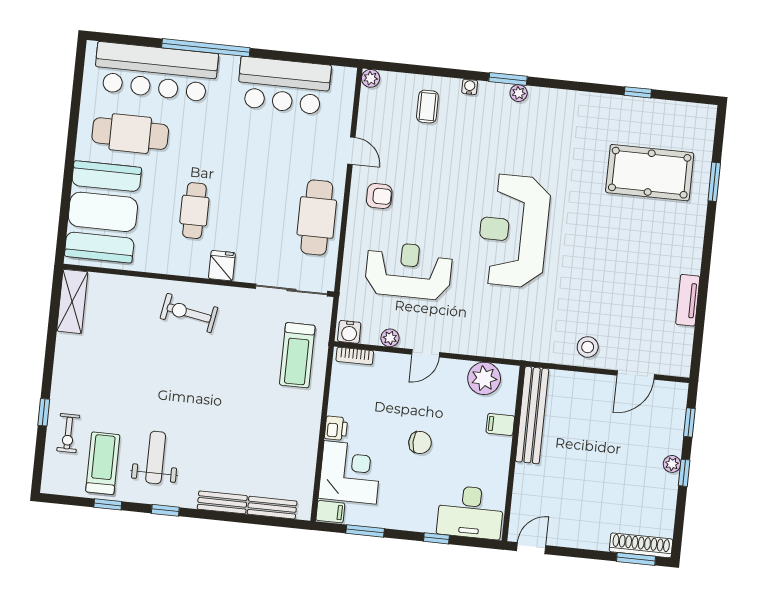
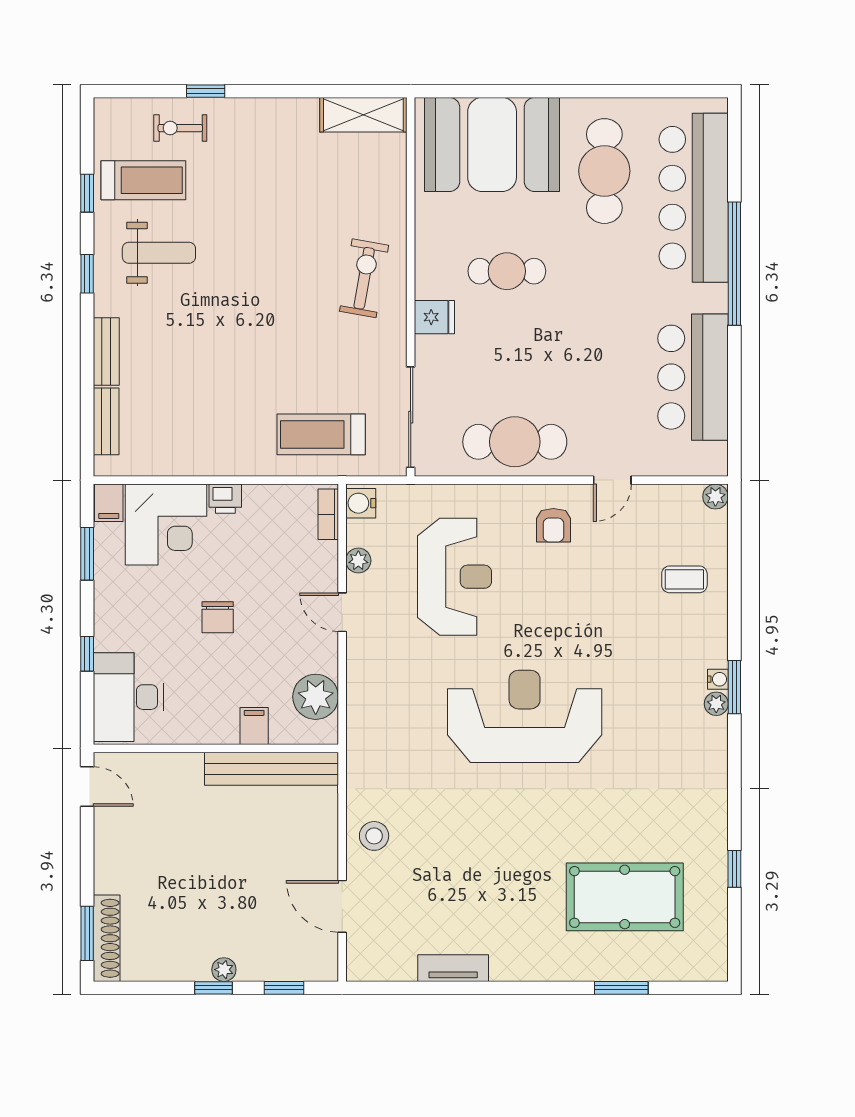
water cooler: (470, 87) -> (718, 679), moved
pool table: (650, 173) -> (625, 897), turned 90

